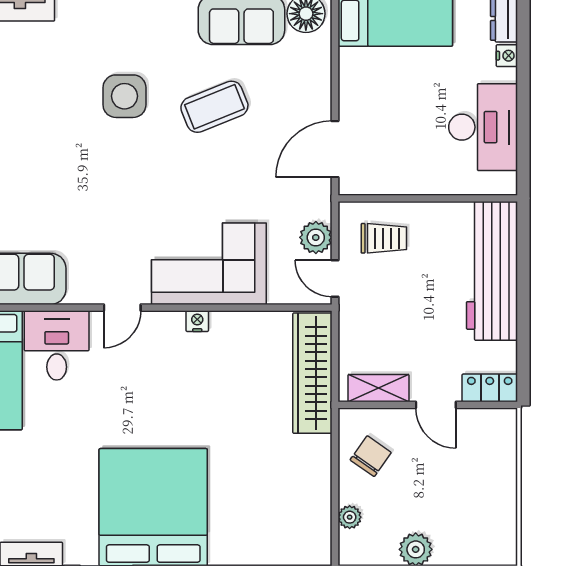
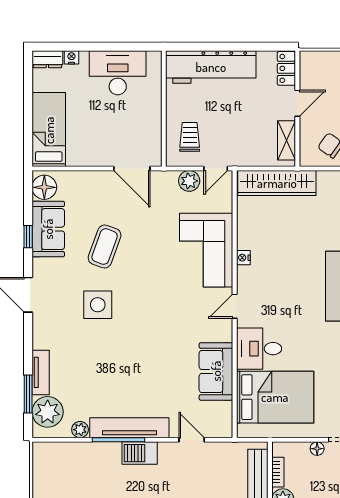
coffee table: (214, 107) -> (105, 247), turned 42
door: (122, 308) -> (235, 306), swing flipped

